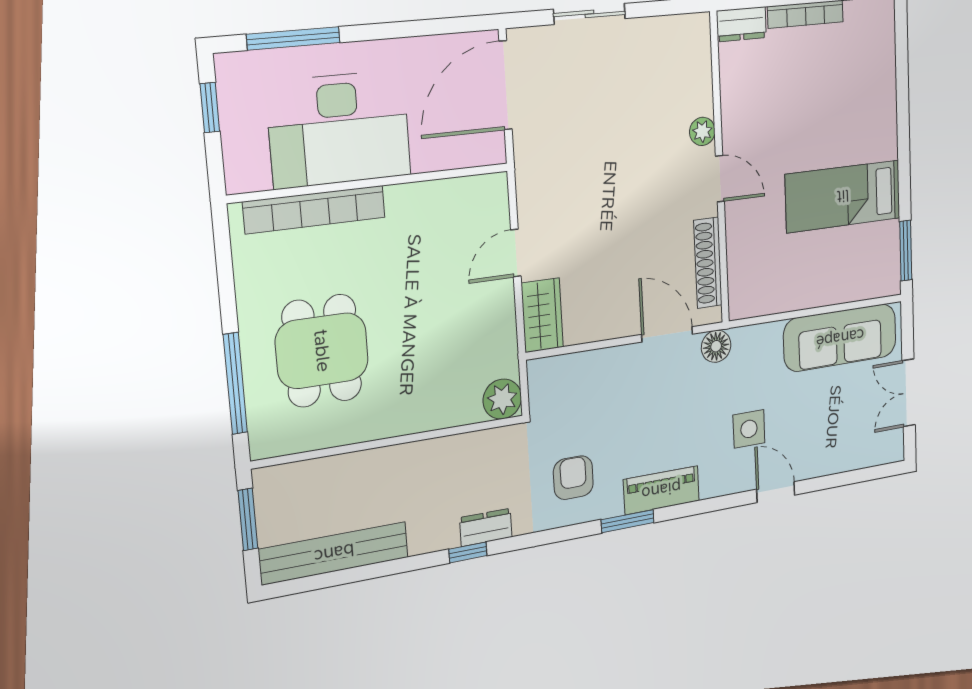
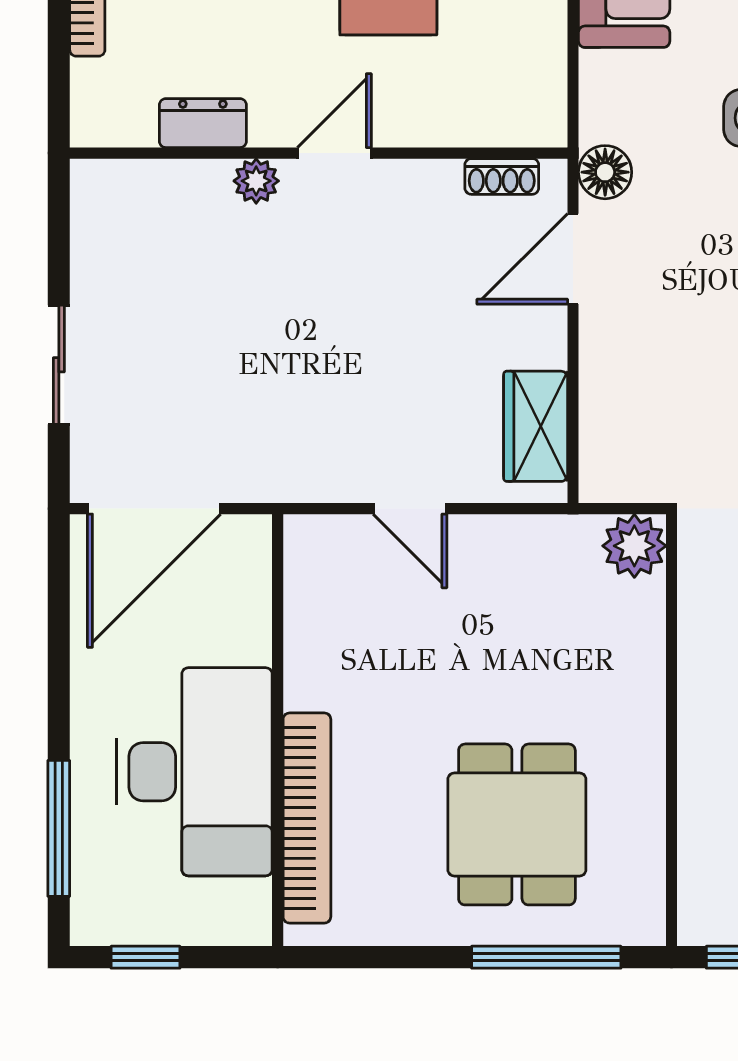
dresser: (741, 24) -> (203, 123), moved, turned -90
door: (505, 85) -> (154, 509), hinge flipped
shoe rack: (708, 263) -> (502, 176), width x0.51, depth x0.81
wardrobe: (542, 315) -> (536, 426), moved, turned -90
dining table: (322, 351) -> (517, 824), turned 90

